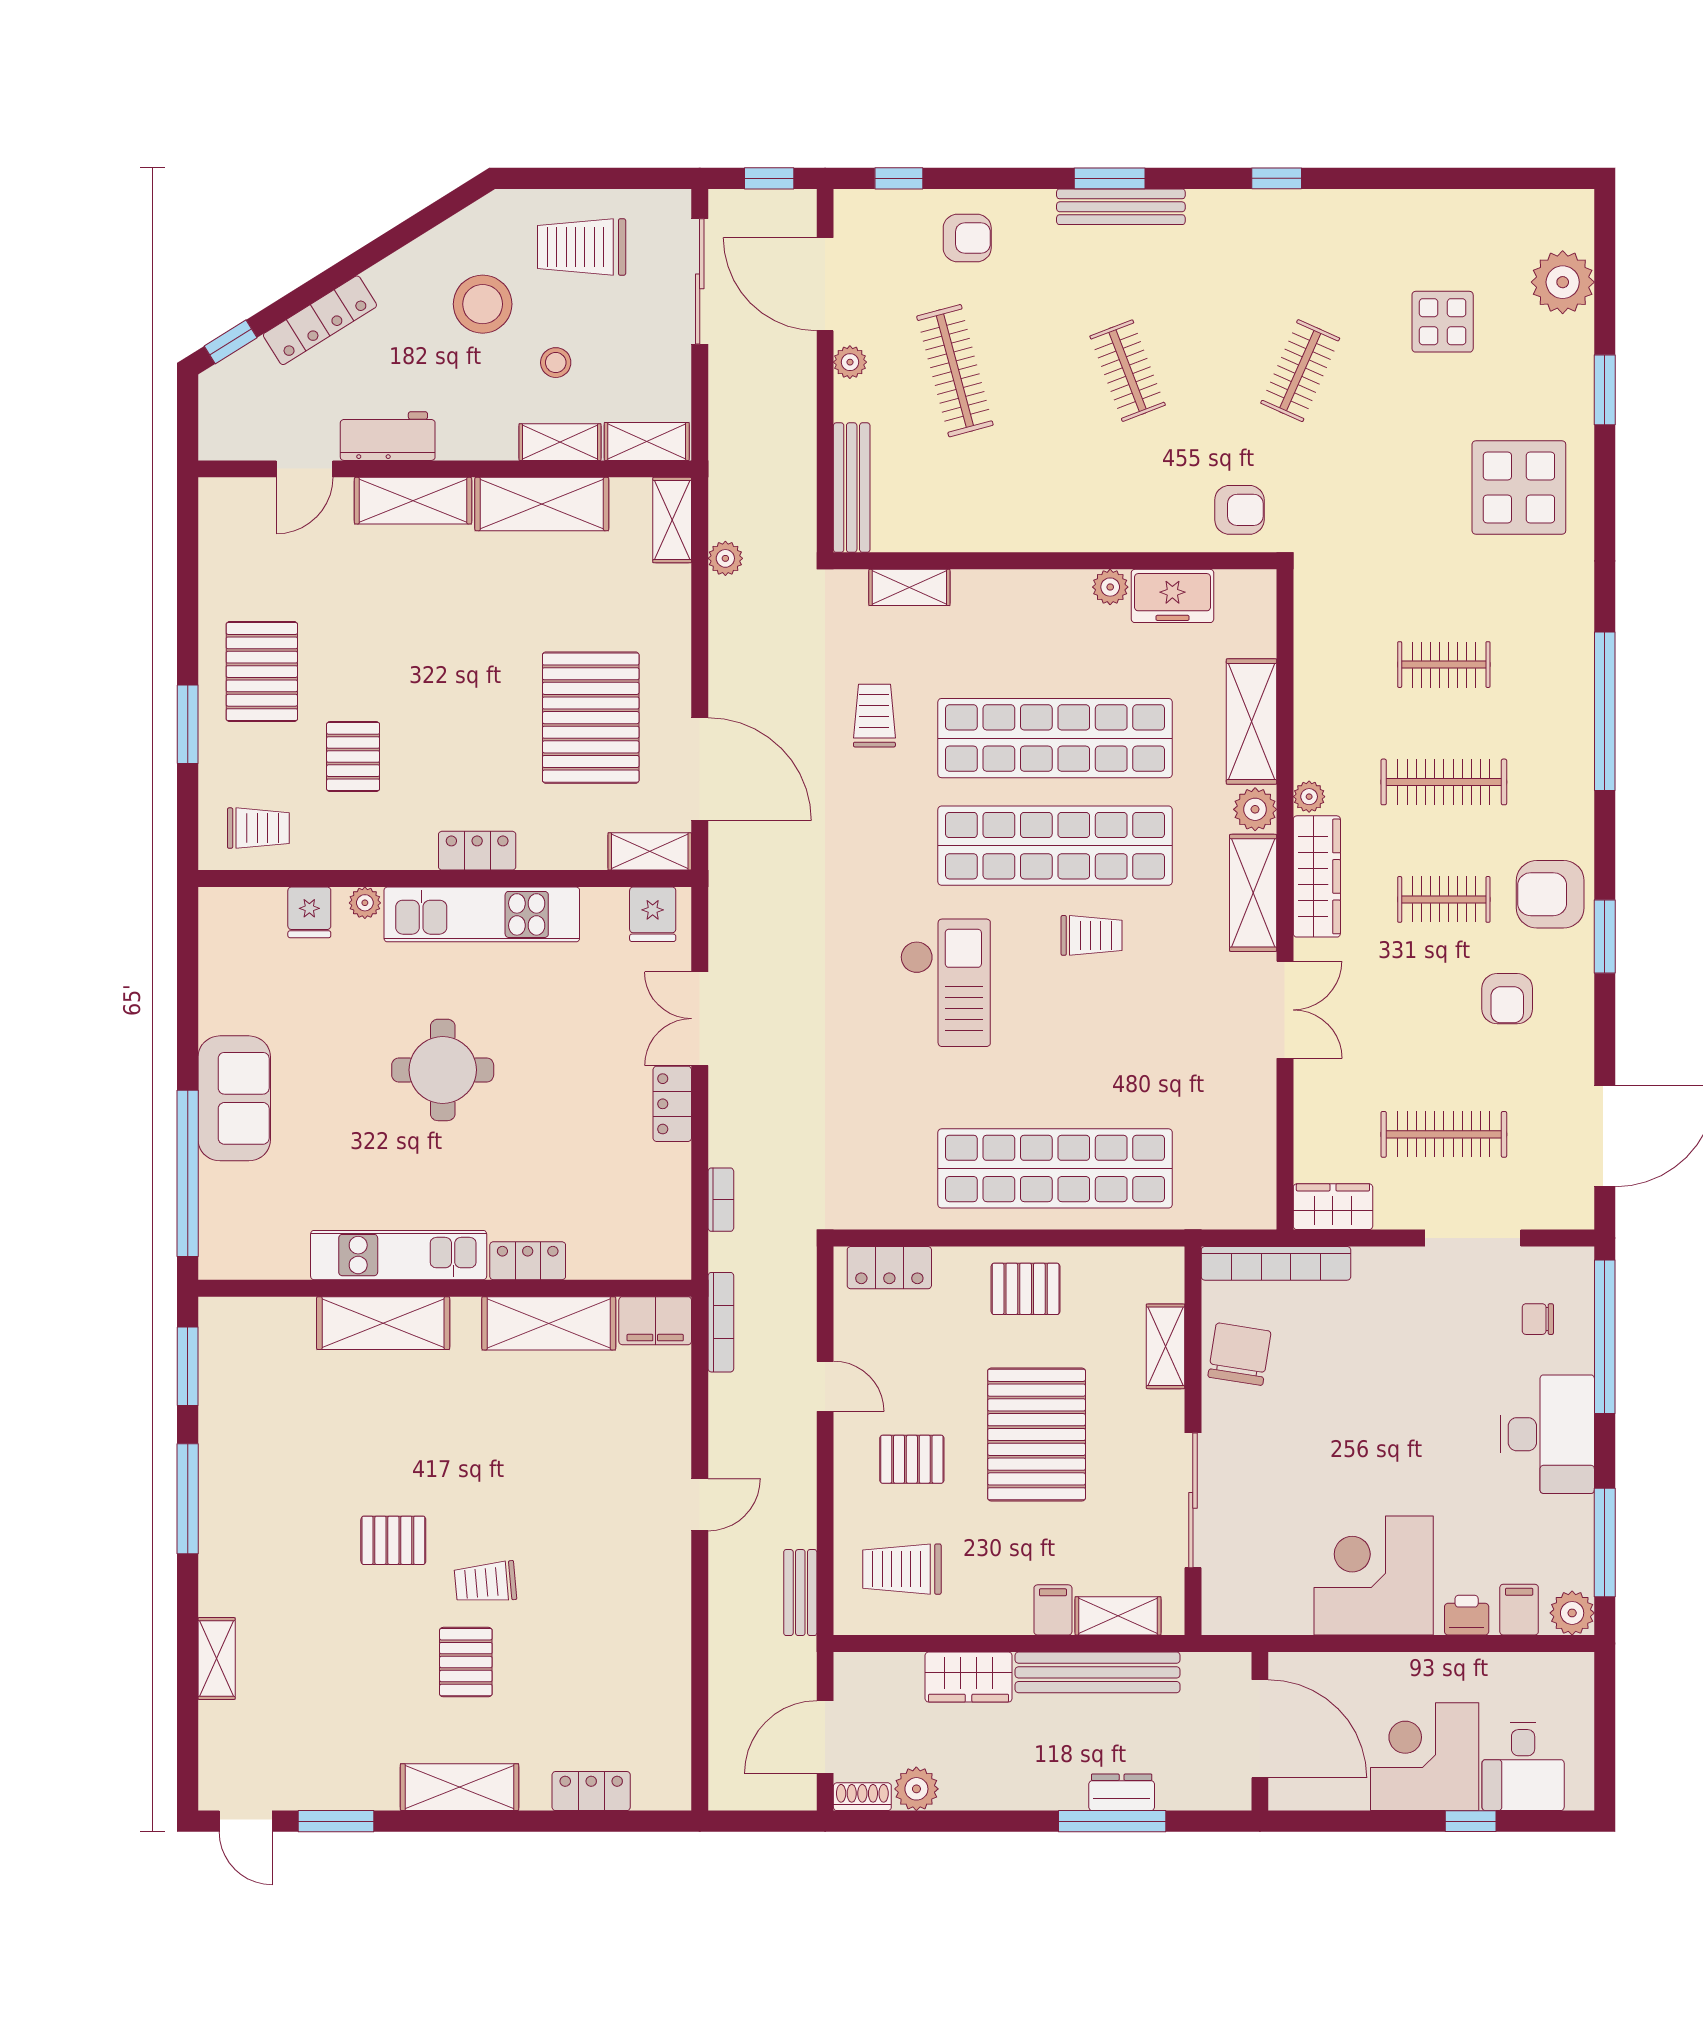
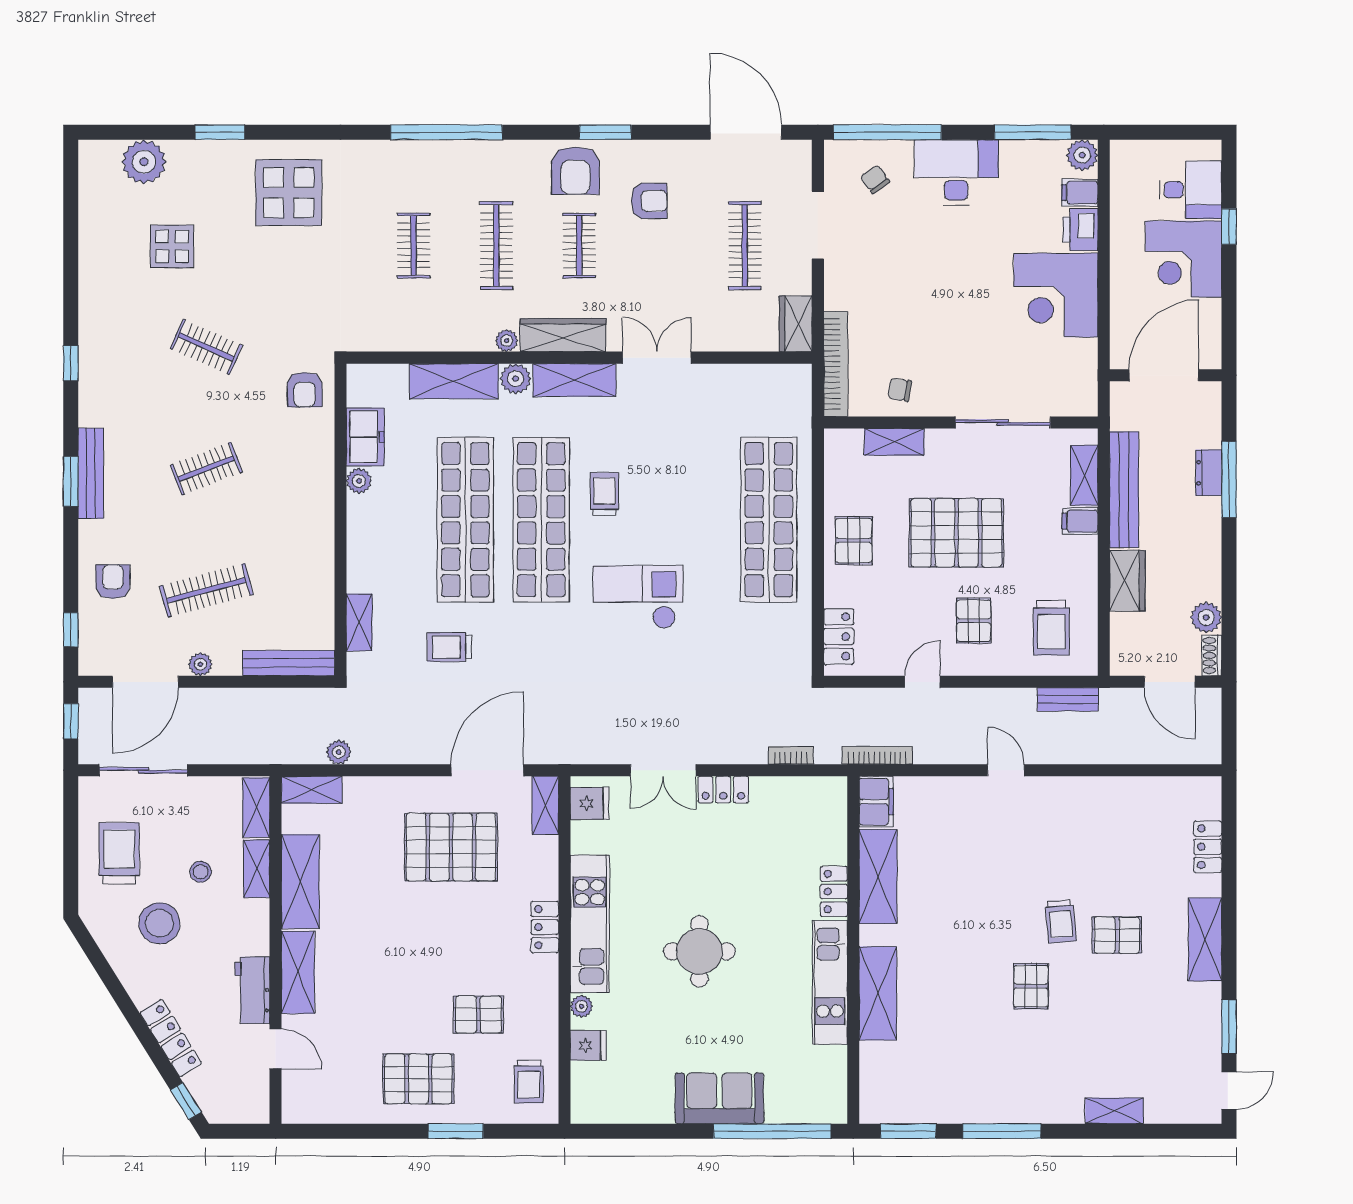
trolley: (582, 247) -> (119, 853), turned 180
armchair: (1239, 510) -> (304, 390), turned 180
trolley: (258, 828) -> (529, 1081), turned 180
chair: (1538, 1319) -> (875, 179), turned 144
chair: (1239, 1354) -> (900, 390), width x0.54, depth x0.54
printer: (1467, 1615) -> (1080, 230), width x1.36, depth x1.24

